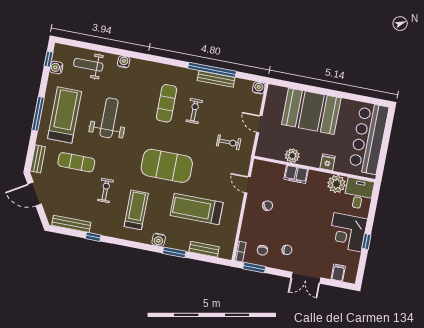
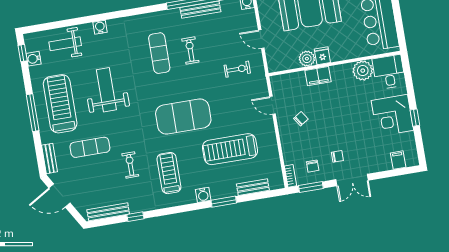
fridge: (328, 162) -> (322, 56), moved
double door: (306, 278) -> (352, 180), moved

